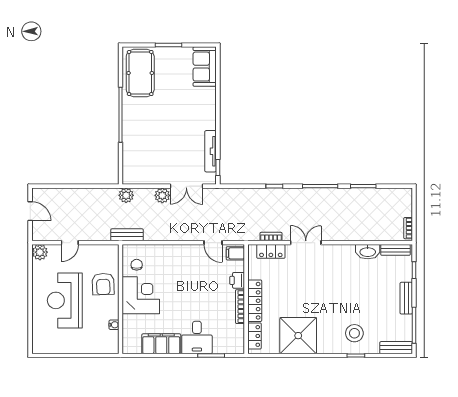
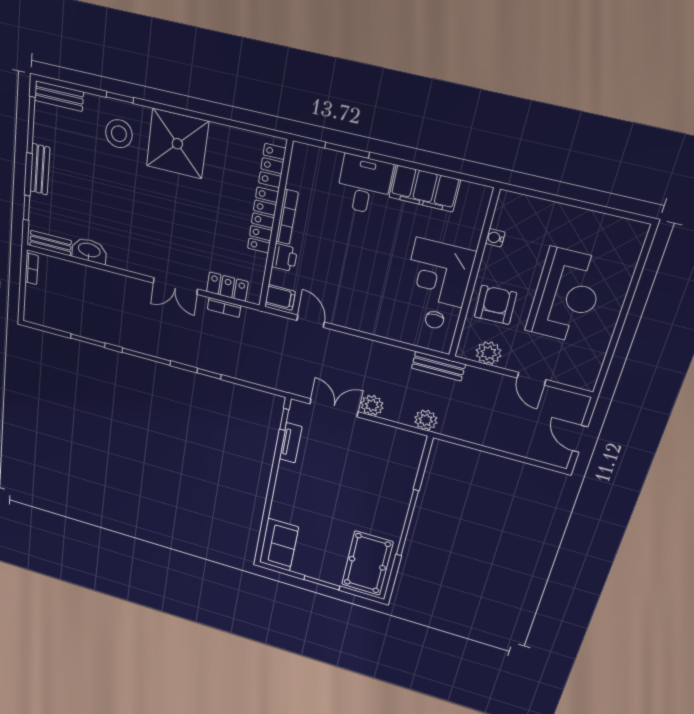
tv unit: (211, 151) -> (291, 443), width x0.71
door: (70, 243) -> (531, 379), swing flipped
plant: (40, 252) -> (489, 353), moved
shower: (298, 336) -> (177, 144), moved

